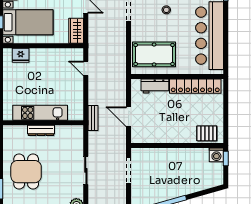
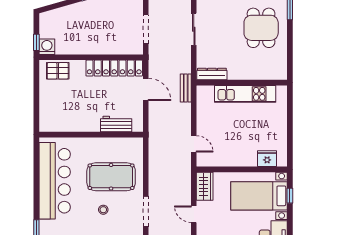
pool table: (154, 54) -> (111, 177), moved
locker: (195, 86) -> (114, 68), moved, turned 180
dresser: (41, 130) -> (212, 74), moved

